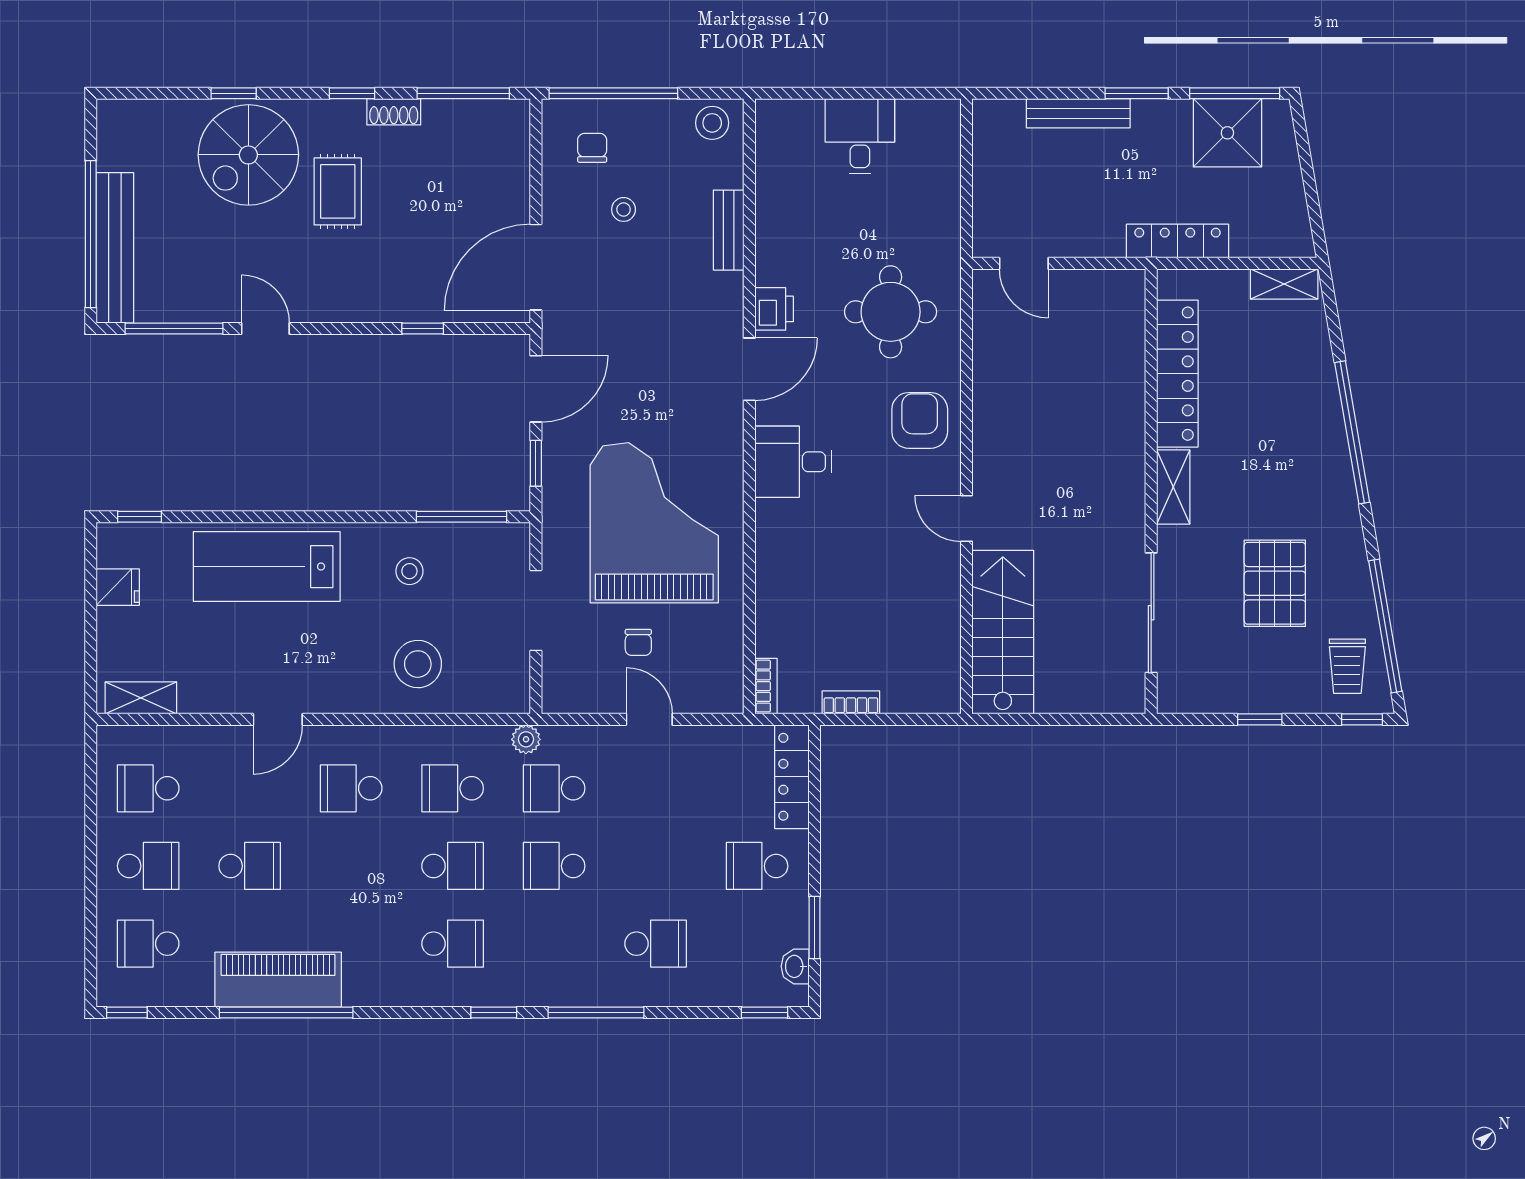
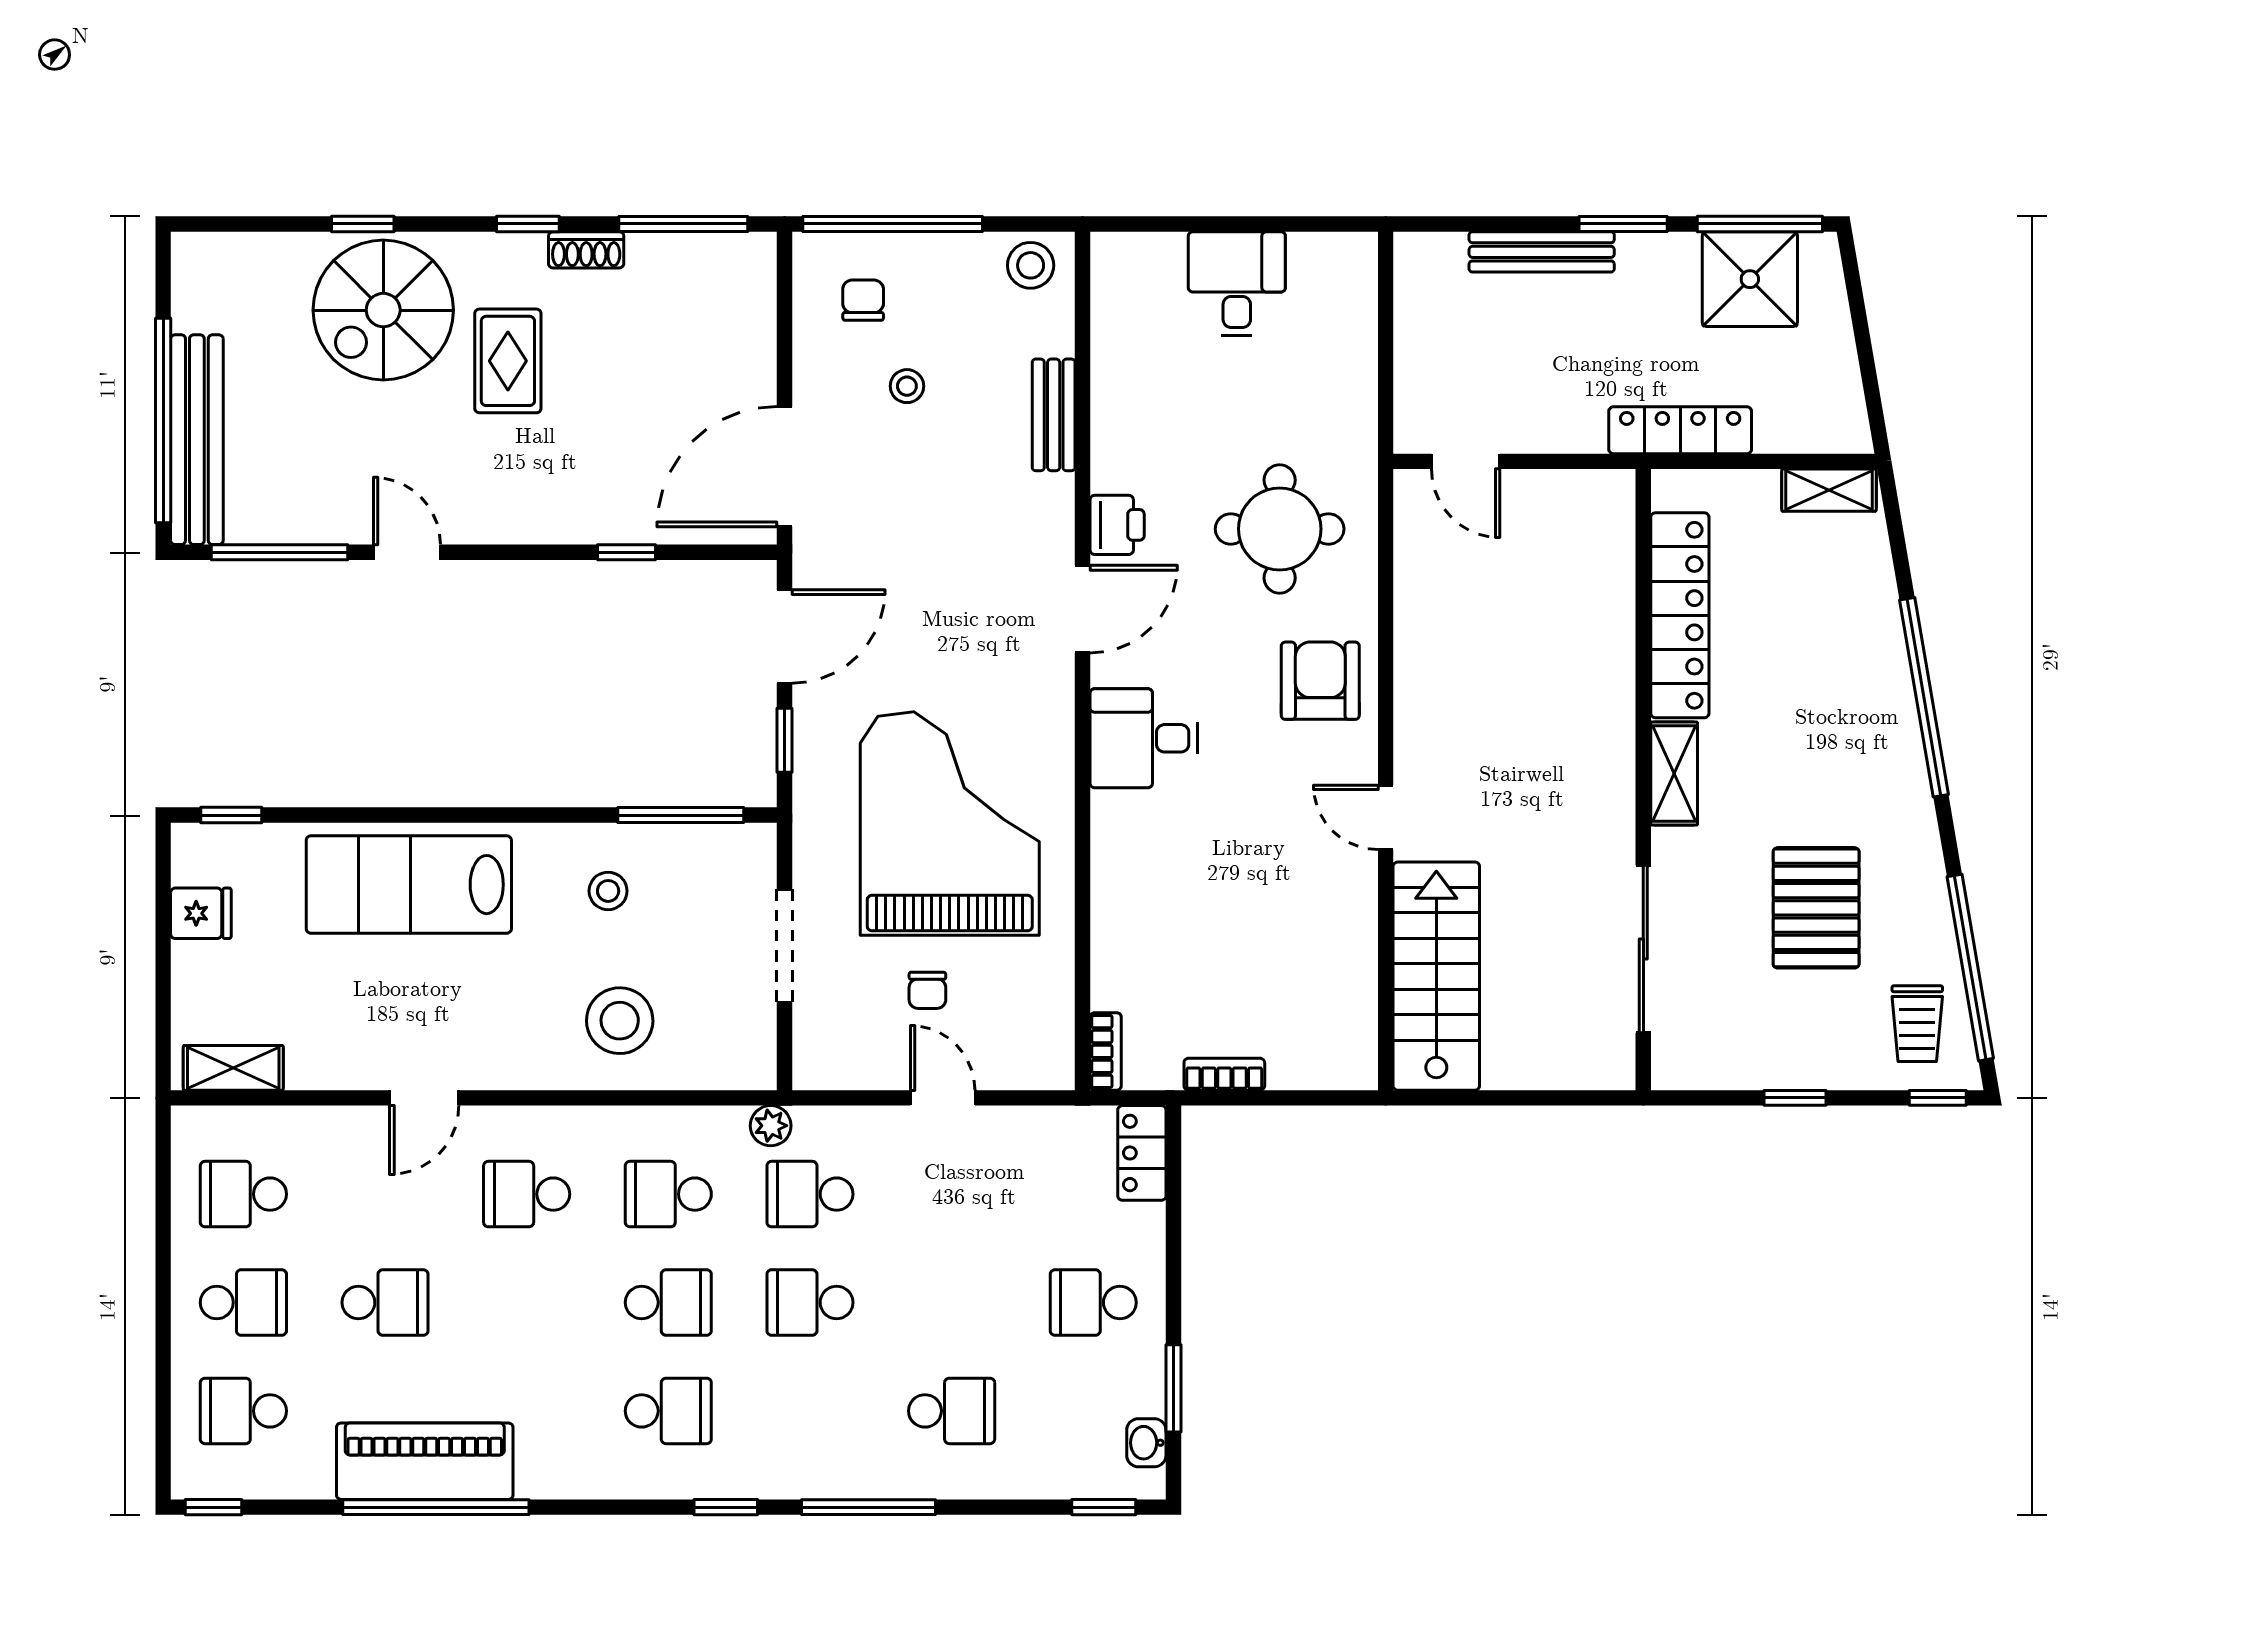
locker: (792, 777) -> (1142, 1153), width x0.66

